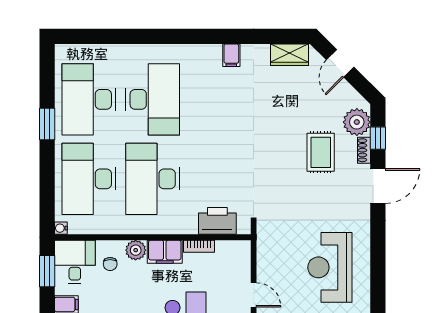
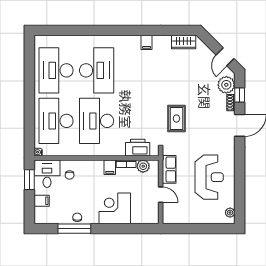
door: (340, 63) -> (225, 57), moved
window: (47, 124) -> (29, 86), removed
rug: (321, 152) -> (176, 119), moved
plant: (136, 250) -> (143, 166), moved
filing cabinet: (165, 252) -> (110, 167), width x0.50
row of seats: (267, 255) -> (169, 169), added
reception desk: (330, 267) -> (209, 177), turned 180

